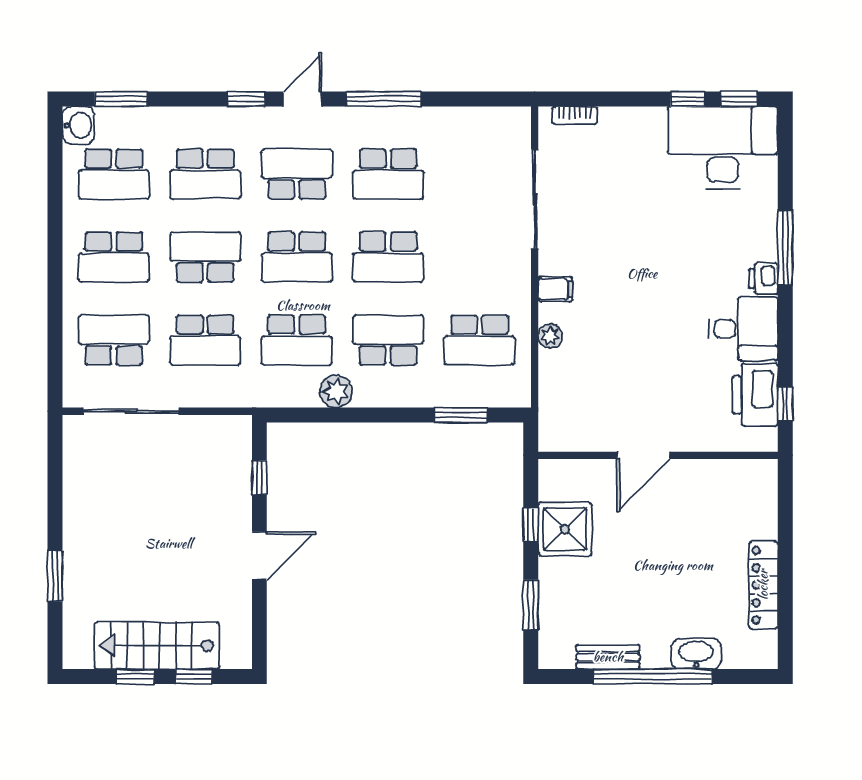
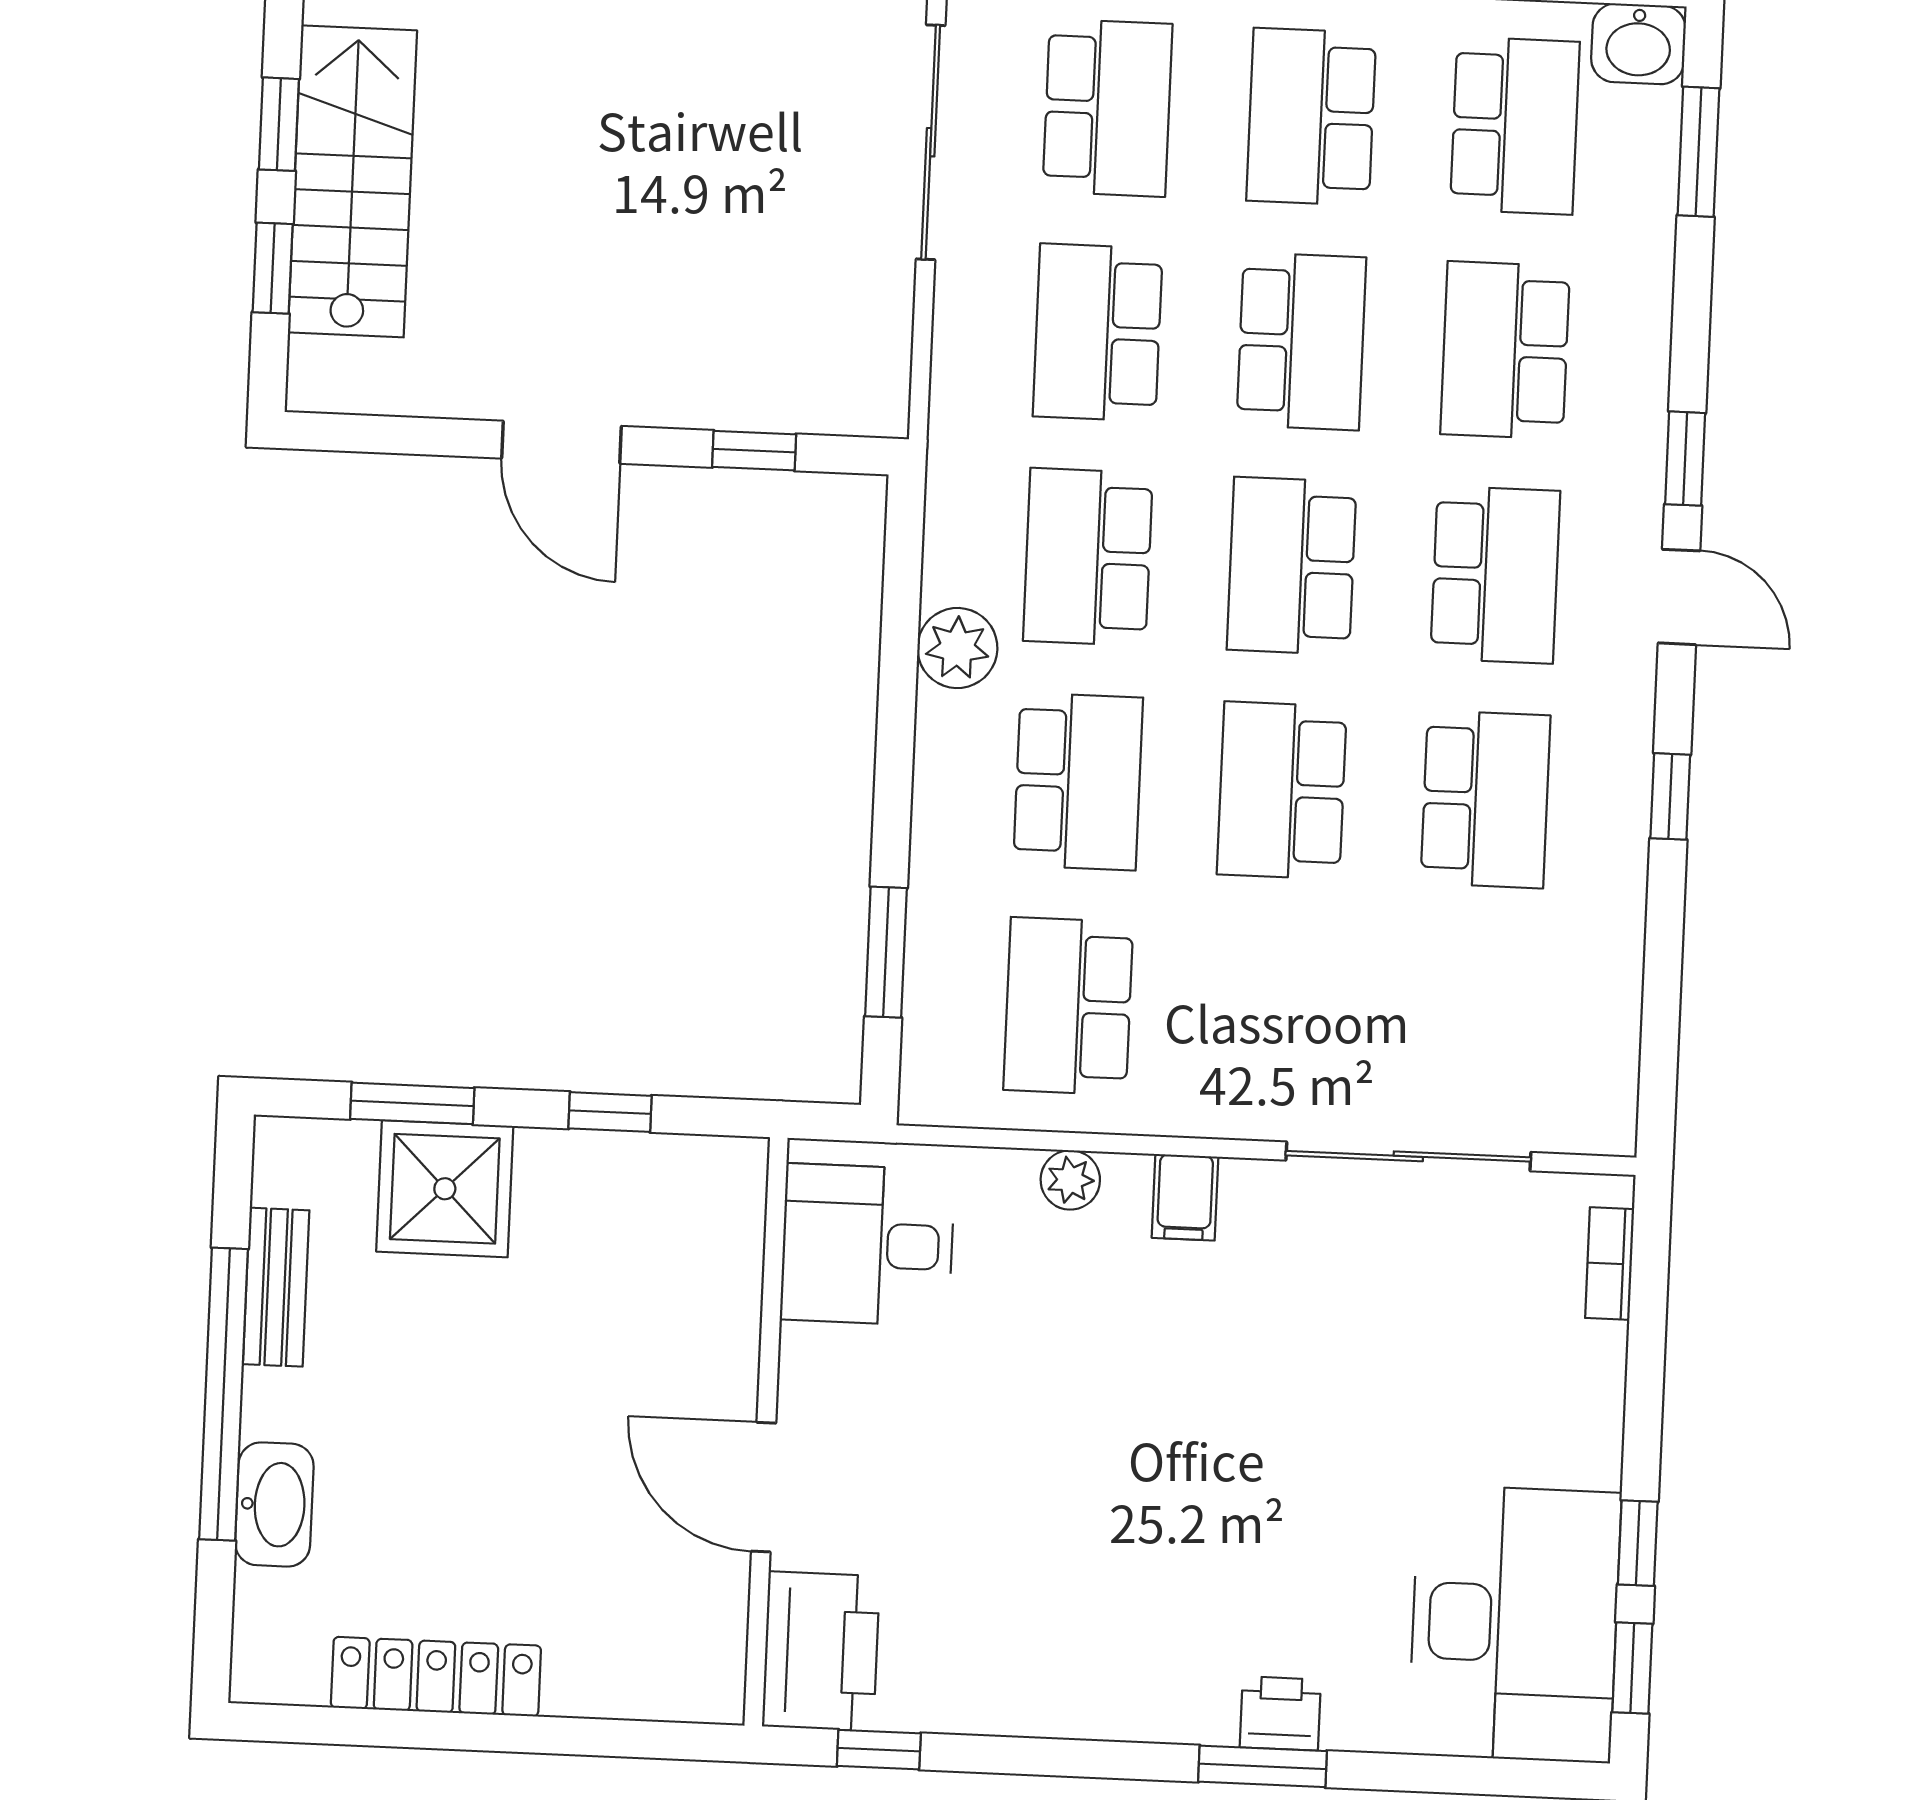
window: (384, 99) -> (1670, 796), width x0.46
school desk: (114, 174) -> (1515, 126), turned 180
school desk: (388, 174) -> (1485, 799), turned 180
window: (785, 247) -> (1263, 1766), width x0.69
printer: (763, 279) -> (1280, 1713), moved
desk: (744, 329) -> (867, 1245), moved, turned 90
printer: (755, 395) -> (821, 1651), moved, turned 90
door: (644, 455) -> (764, 1487), moved
shower: (565, 529) -> (445, 1189), moved

